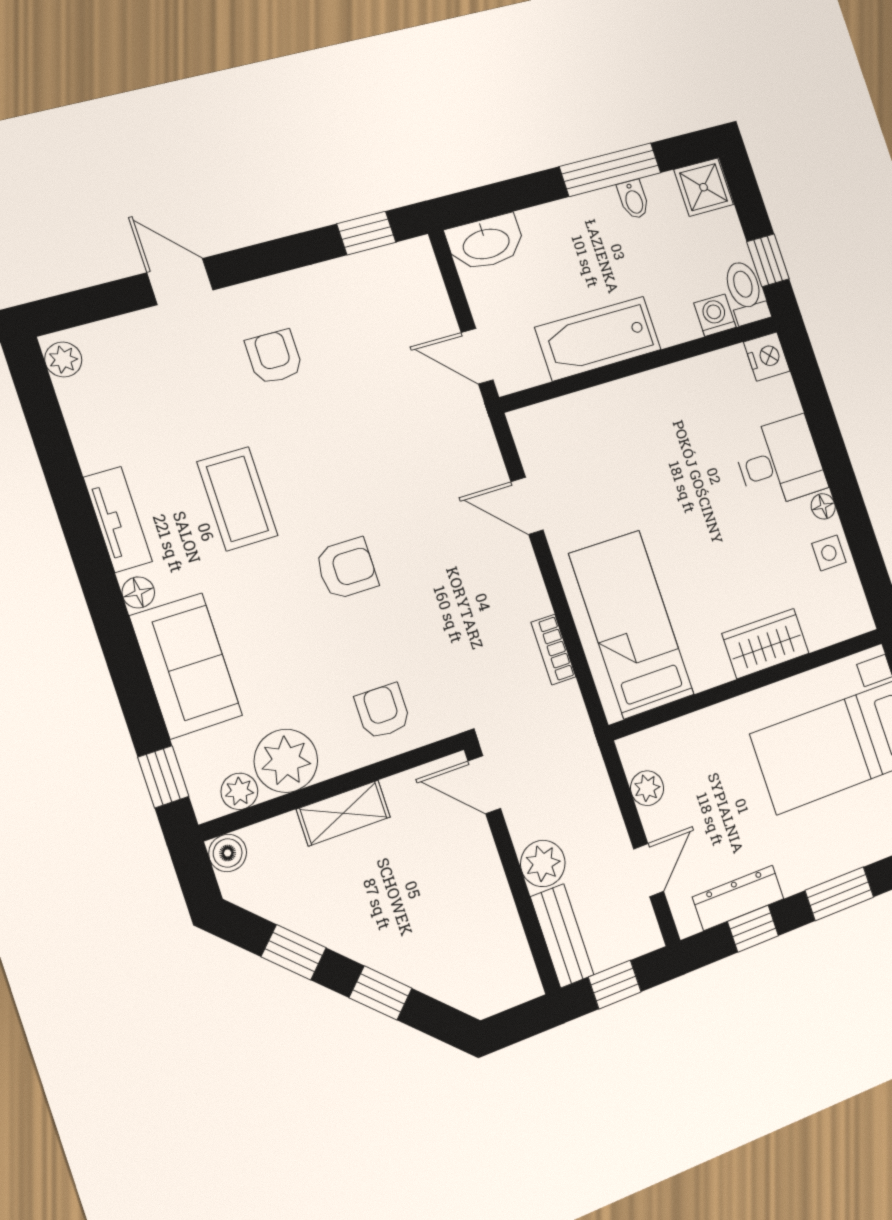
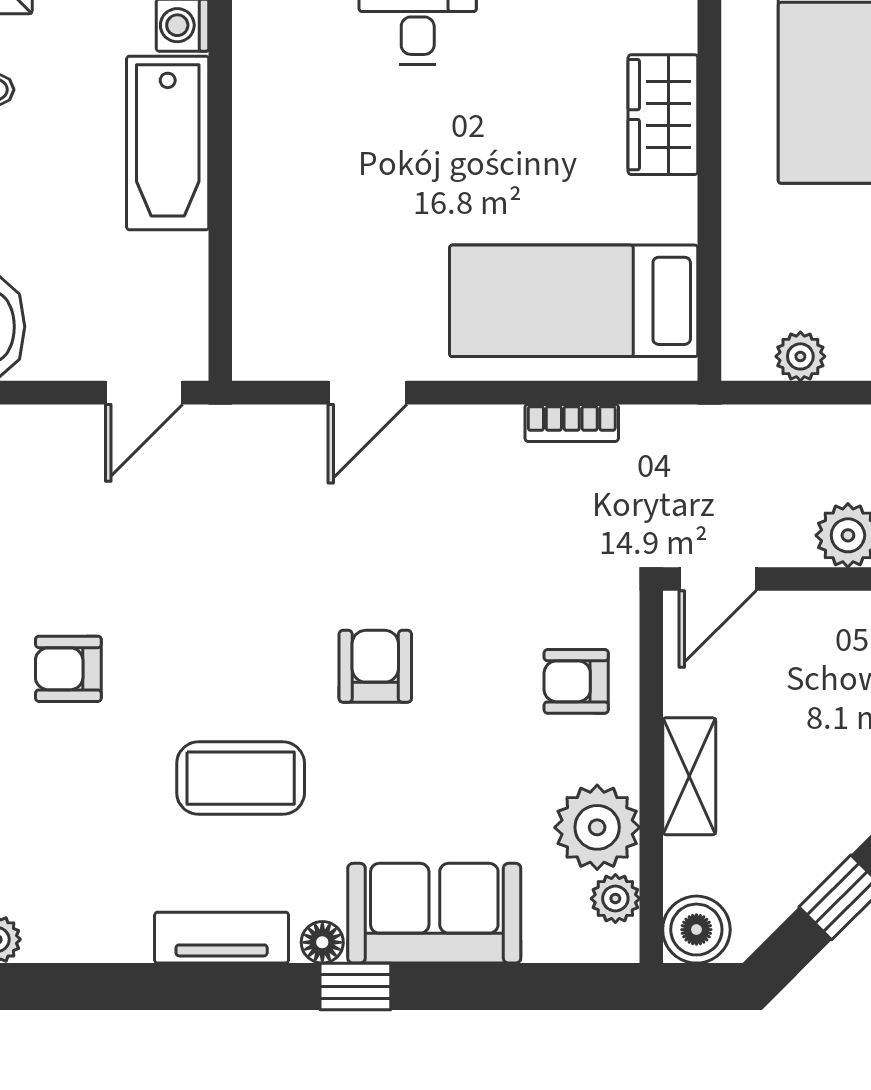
bathtub: (598, 339) -> (168, 143), moved
window: (163, 777) -> (355, 986), moved
boiler: (228, 853) -> (696, 930), width x1.36, depth x1.36

